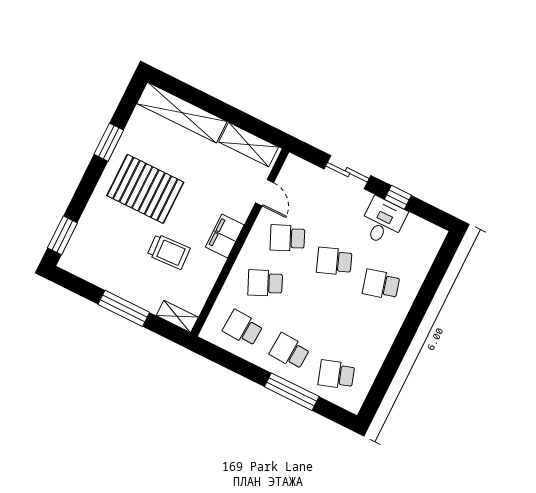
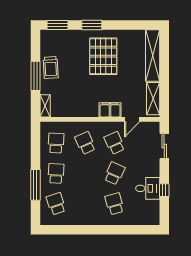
window: (109, 142) -> (92, 25), moved
sliding door: (347, 172) -> (164, 146), moved
filing cabinet: (225, 236) -> (110, 110), moved
trolley: (169, 252) -> (51, 67), moved
school desk: (334, 261) -> (114, 173), turned 45

